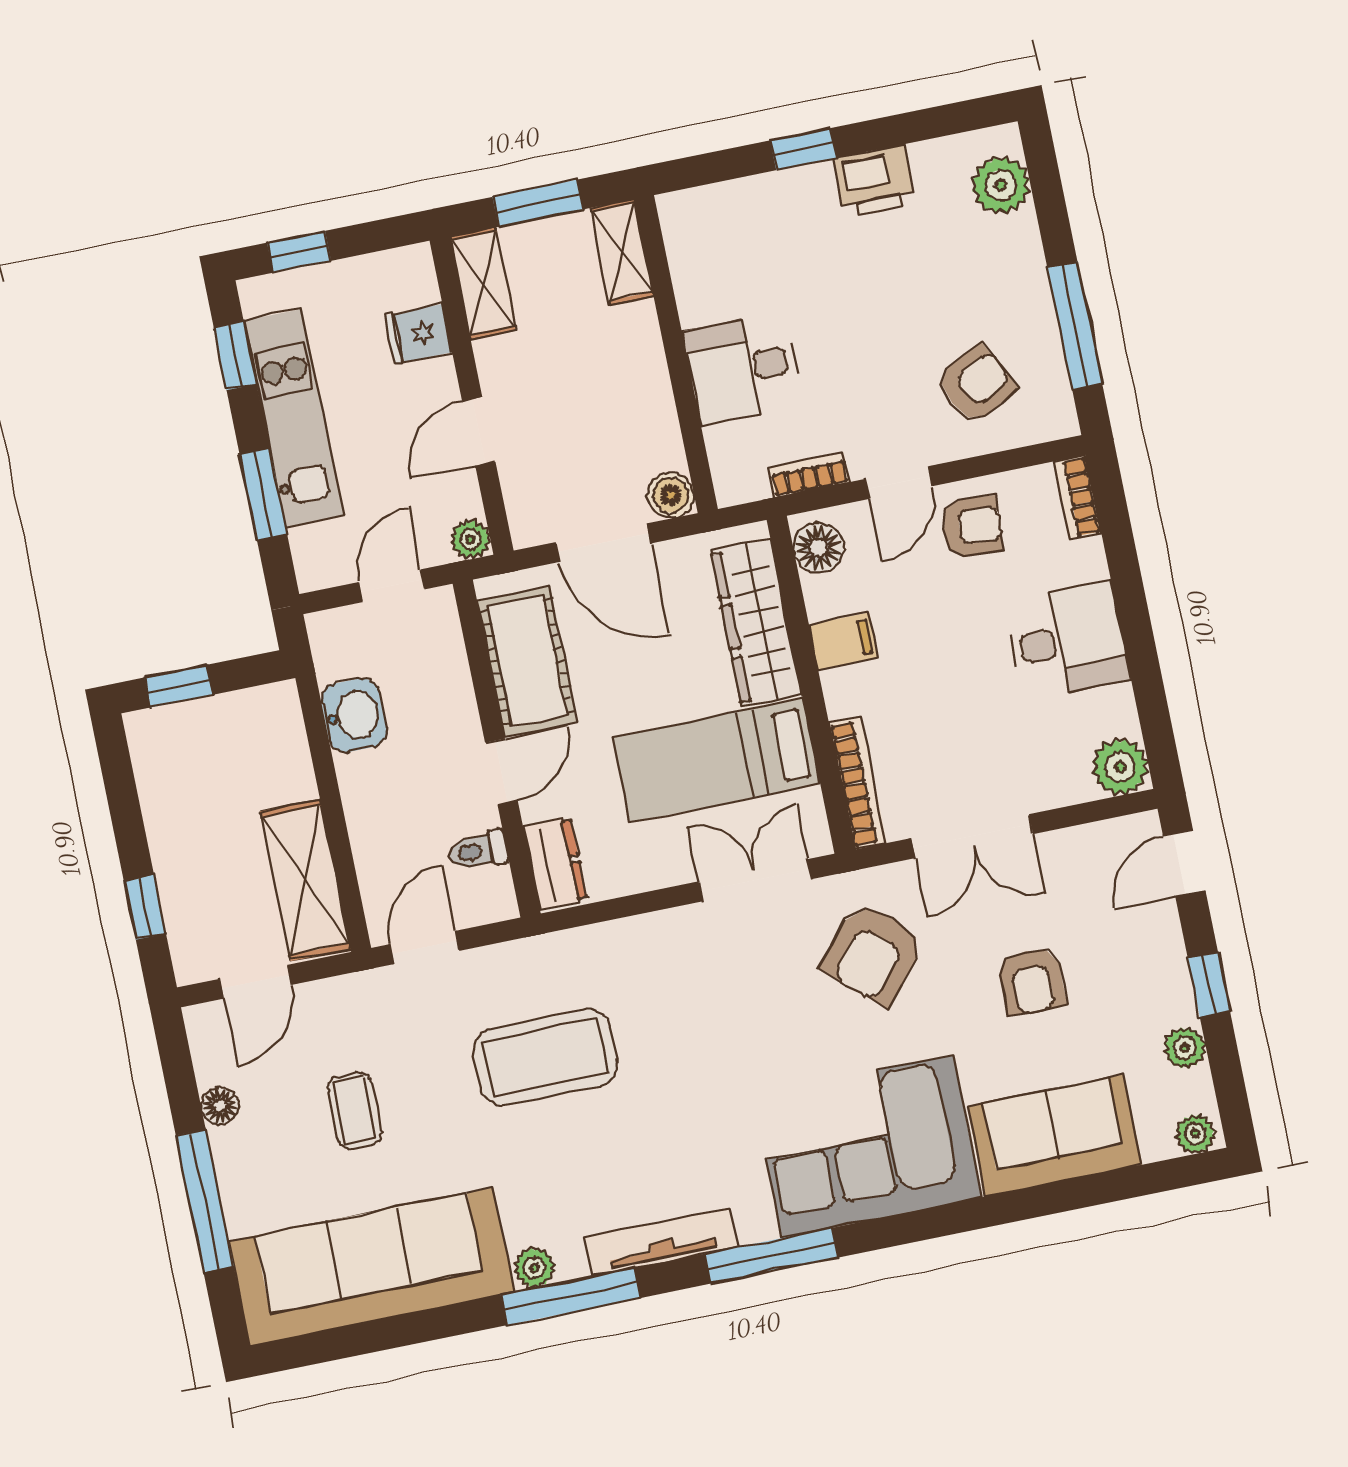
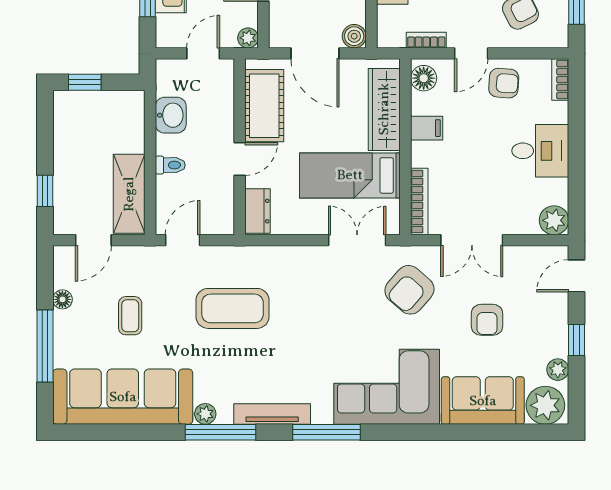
toilet: (478, 851) -> (170, 165), moved, turned 180
plant: (1195, 1134) -> (545, 405), width x1.88, depth x1.88

